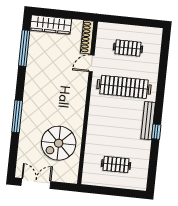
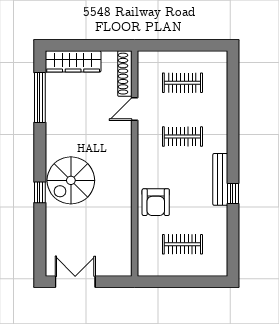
clothes rail: (124, 87) -> (182, 137), width x0.54, depth x0.76
window: (17, 116) -> (40, 192), width x0.46
armchair: (100, 132) -> (156, 202), added
spiral stairs: (59, 143) -> (71, 180), moved

